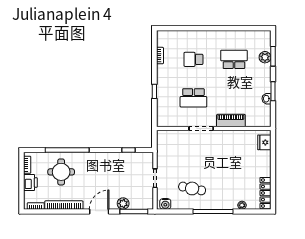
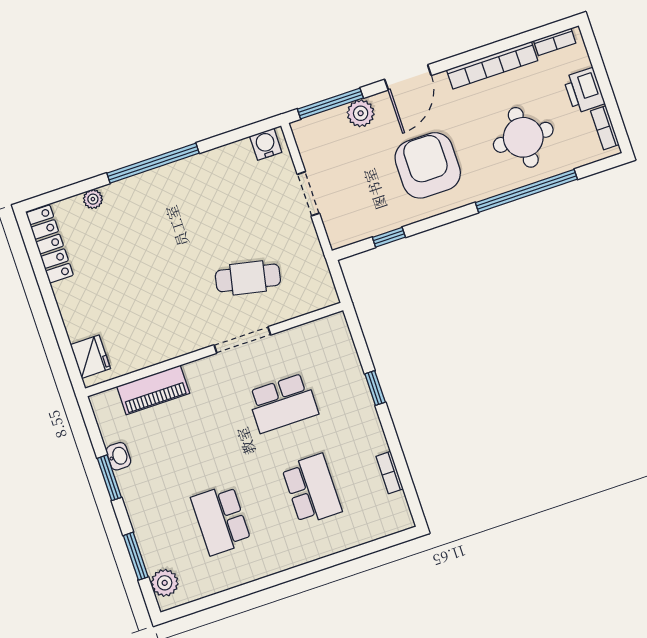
plant: (265, 57) -> (165, 583), moved
school desk: (193, 59) -> (312, 489), width x1.85
school desk: (234, 59) -> (221, 520), turned 90
school desk: (193, 98) -> (283, 403), turned 180
piano: (231, 121) -> (153, 390), moved
armchair: (103, 174) -> (428, 165), added
cafe table: (192, 188) -> (248, 278), moved

